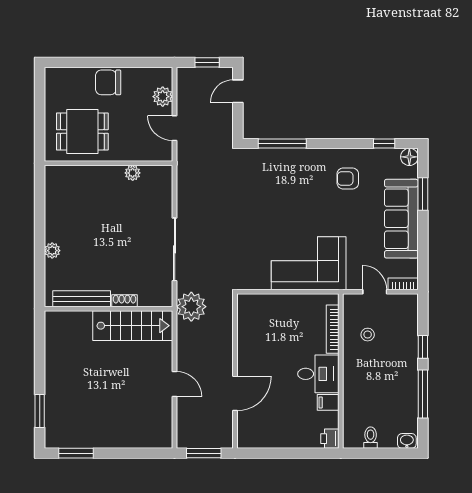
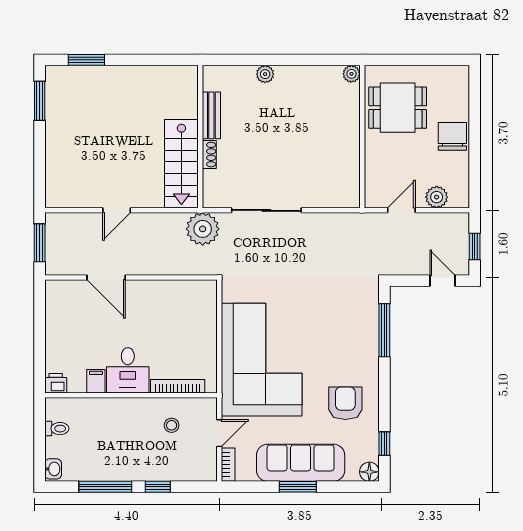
dining table: (82, 132) -> (398, 108), turned 90
plant: (133, 173) -> (351, 74), moved
armchair: (348, 178) -> (345, 403), width x1.38, depth x1.38
window: (423, 194) -> (298, 487), moved
corner sofa: (309, 263) -> (262, 360), width x1.36, depth x1.36
bench: (82, 299) -> (211, 115), width x0.73

